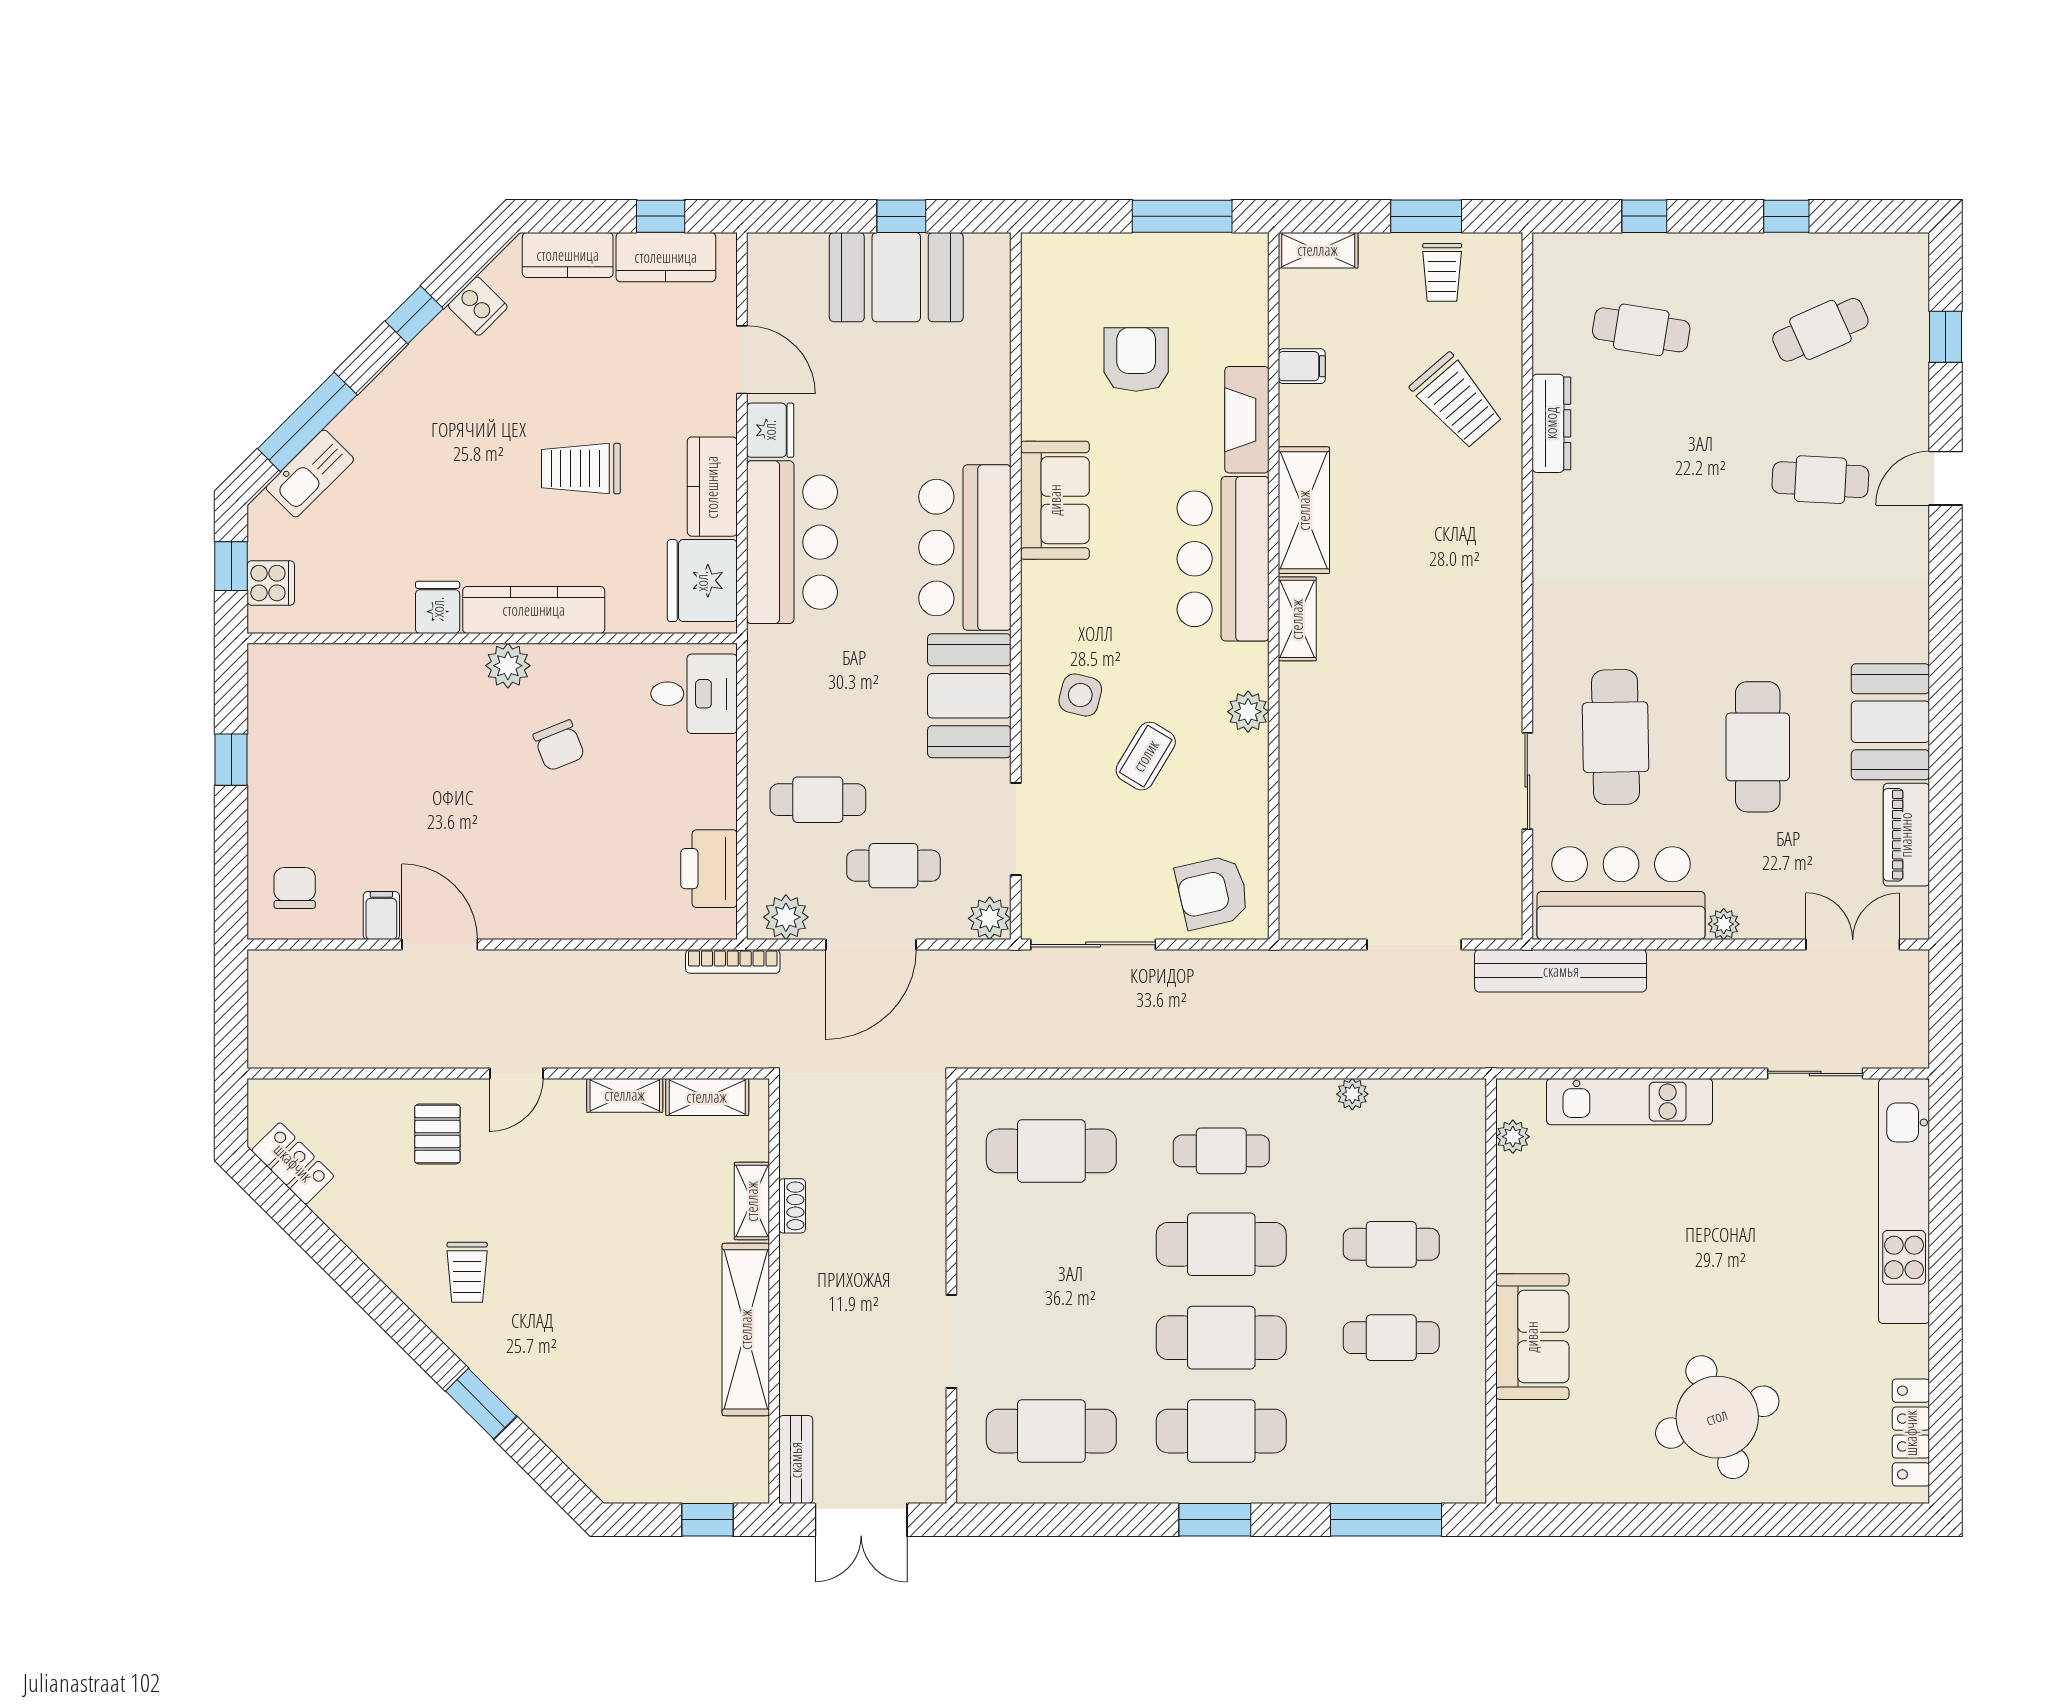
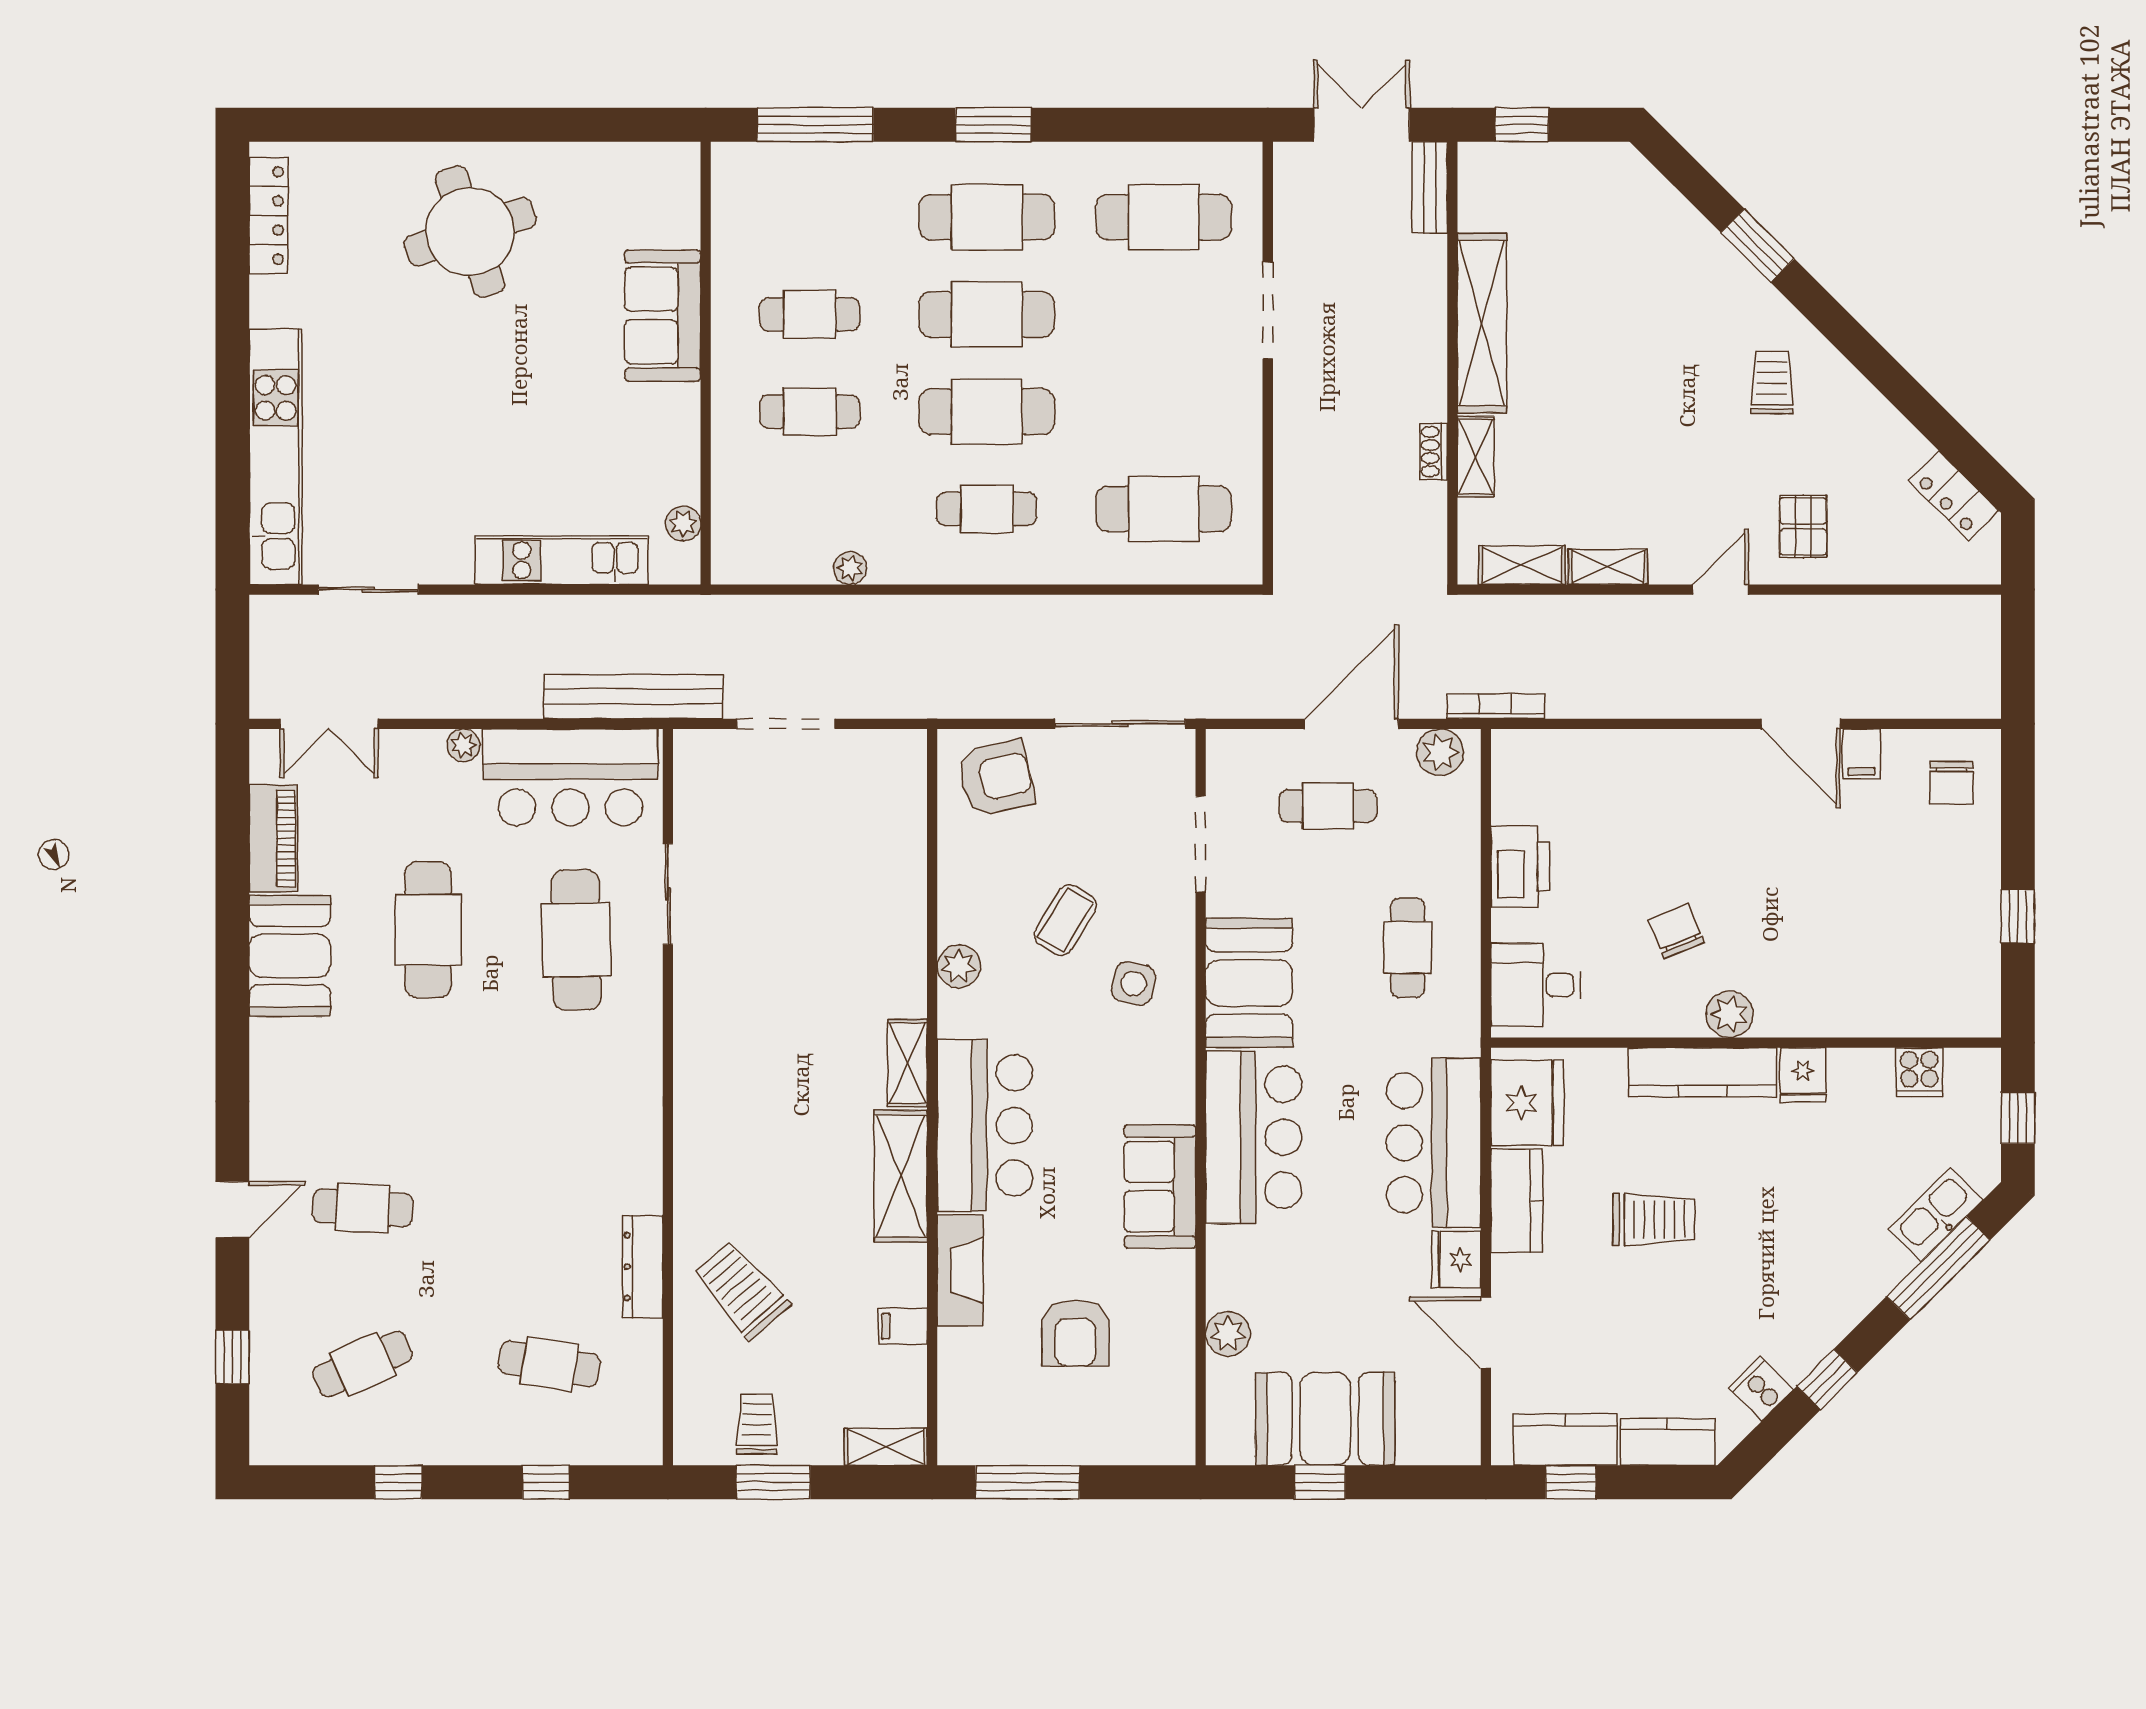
cooker: (271, 583) -> (1919, 1072), moved, turned -90
cafe table: (818, 800) -> (1408, 948), moved, turned 90
printer: (709, 869) -> (1520, 867), moved
plant: (990, 918) -> (1228, 1334), moved

